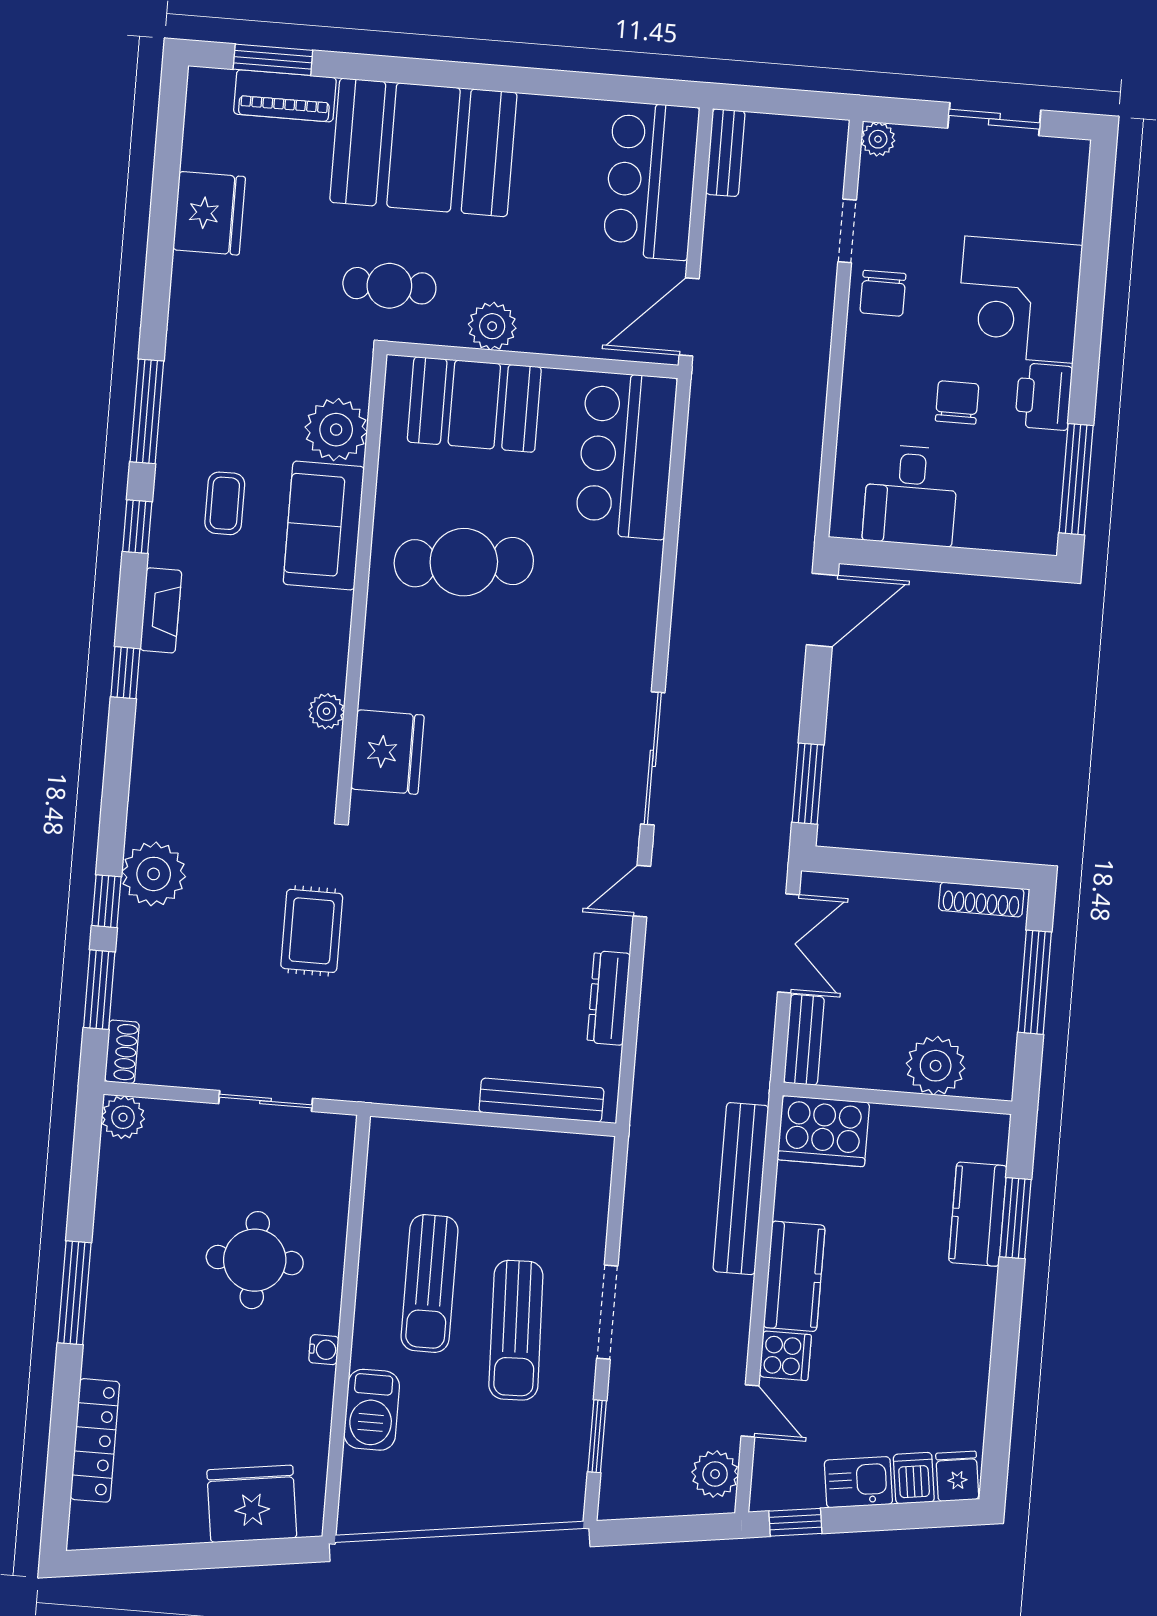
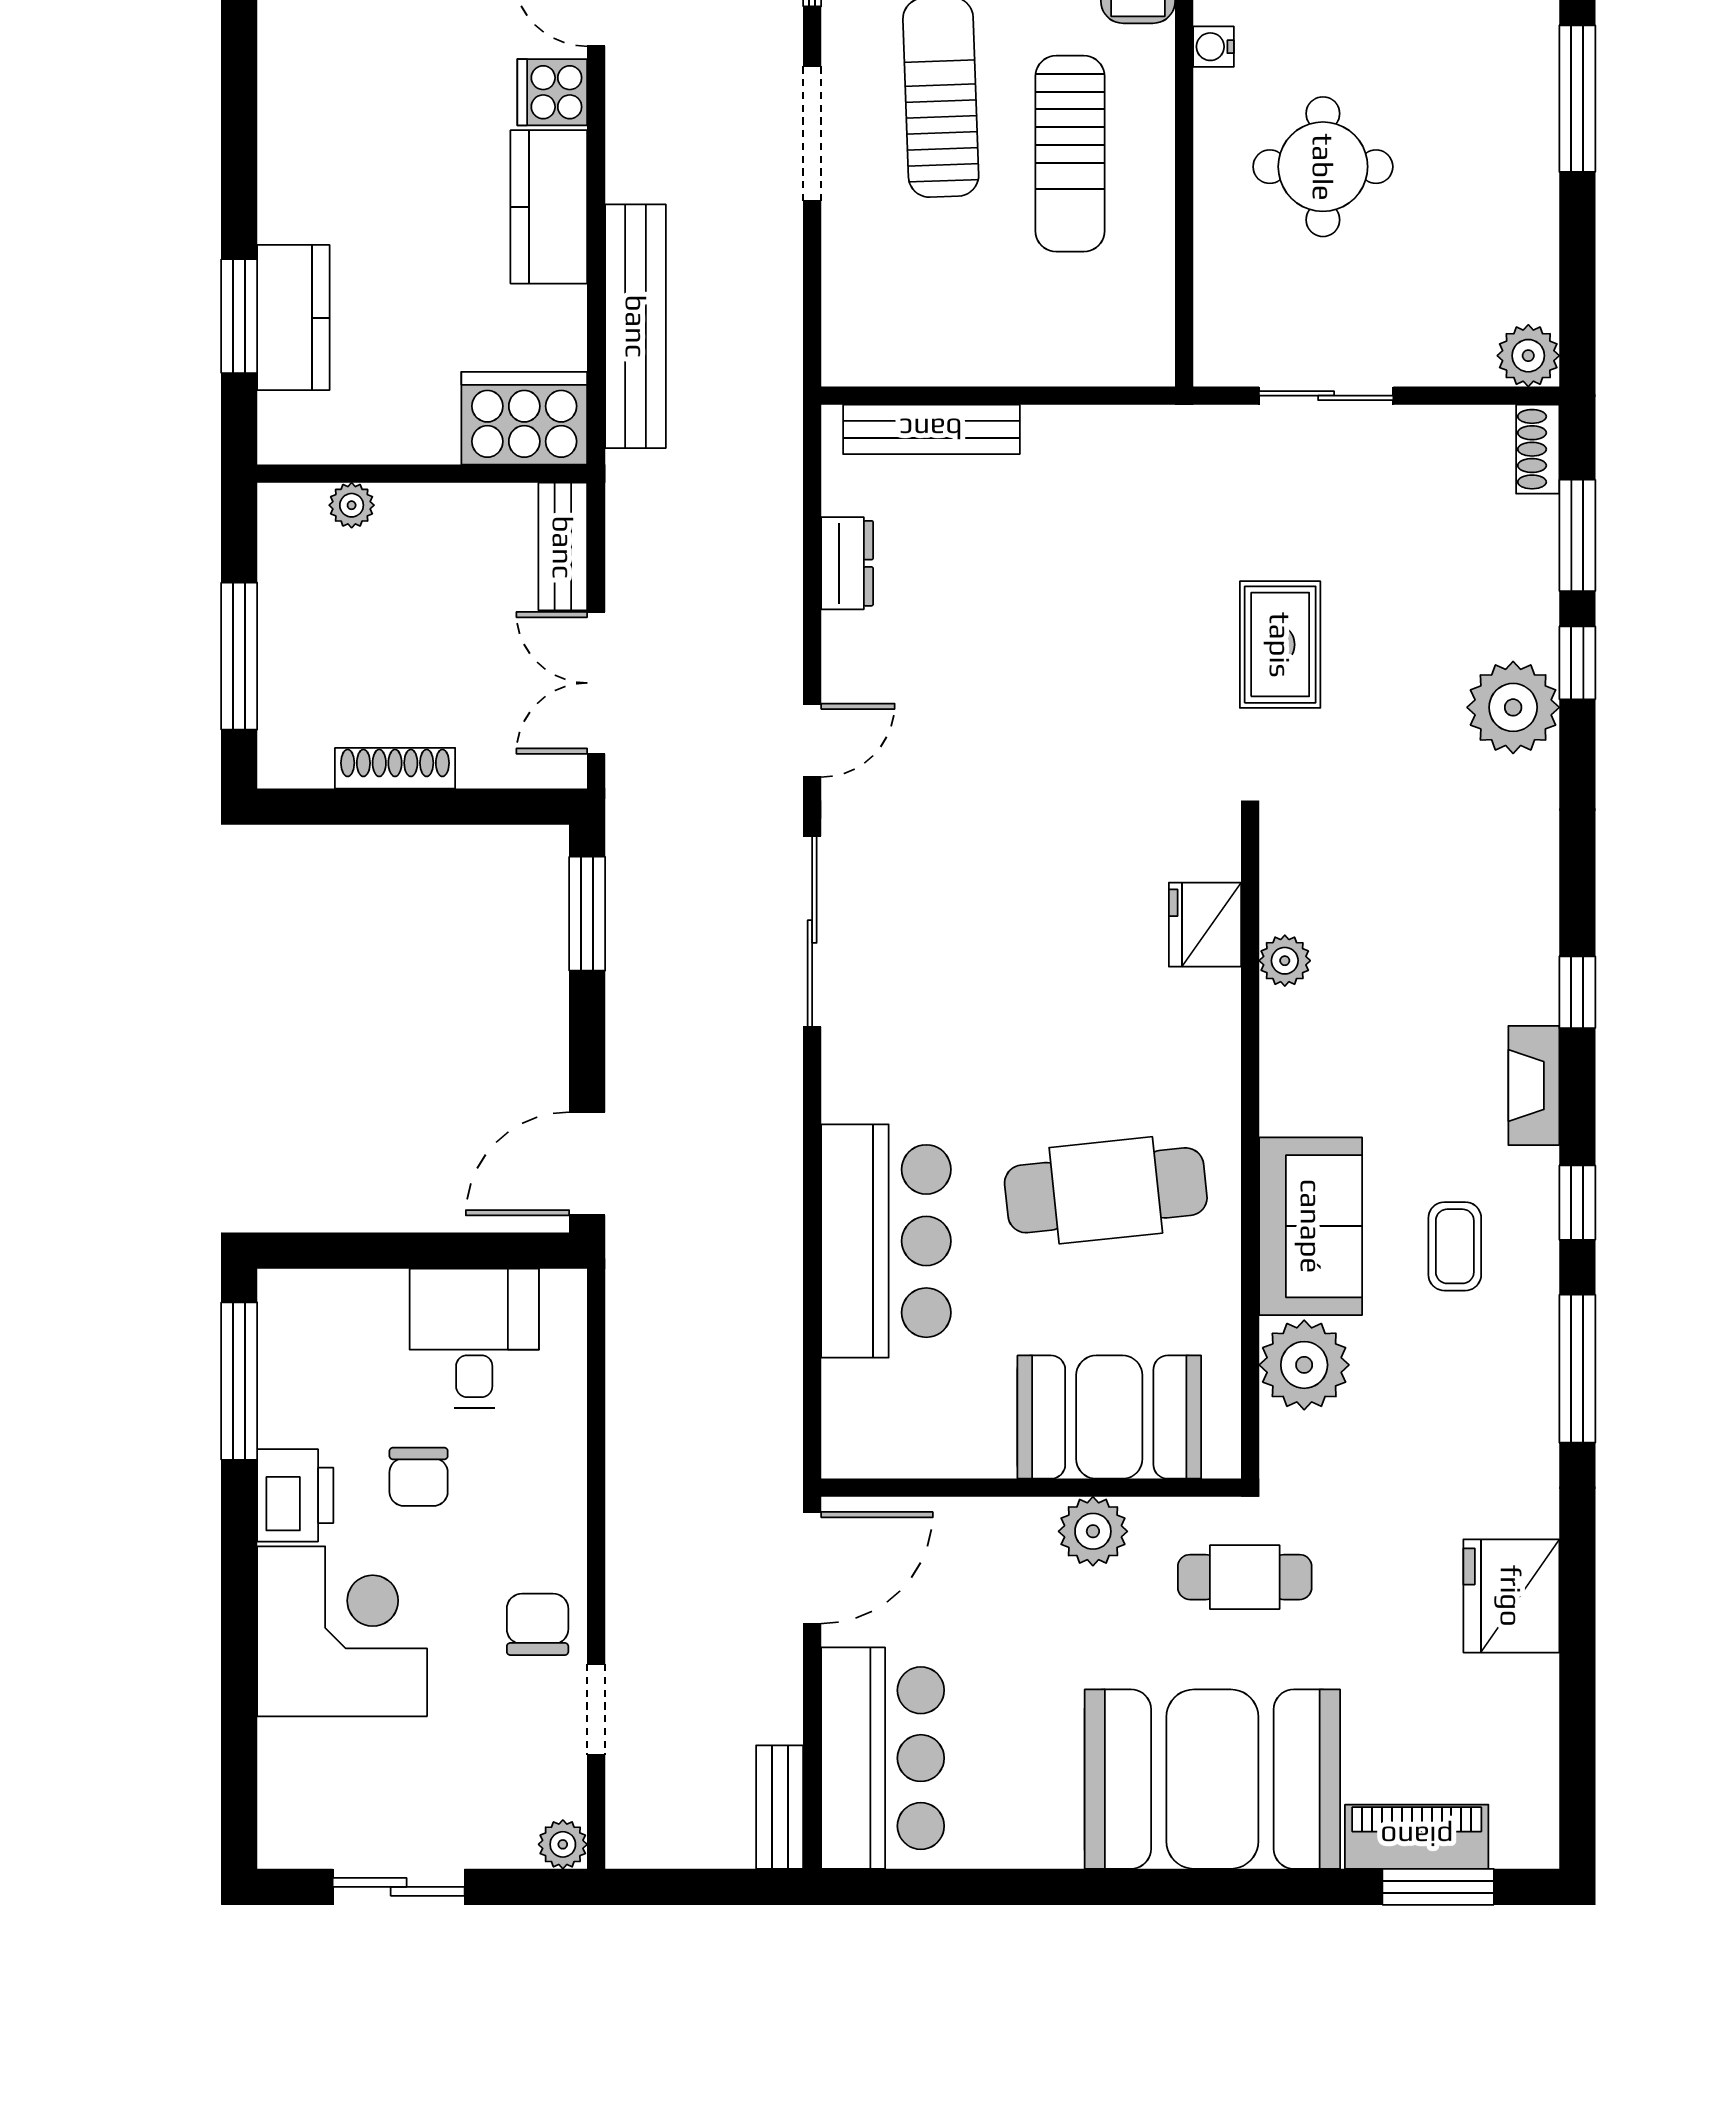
fridge: (209, 213) -> (1511, 1596), moved
bar counter: (626, 455) -> (886, 1241), moved
fridge: (387, 752) -> (1205, 925), width x0.73, depth x0.75
shoe rack: (981, 900) -> (395, 768), moved
dresser: (609, 998) -> (847, 563), width x0.70
plant: (936, 1066) -> (352, 505), width x0.53, depth x0.53
sun lounger: (430, 1284) -> (1070, 154), turned 180

